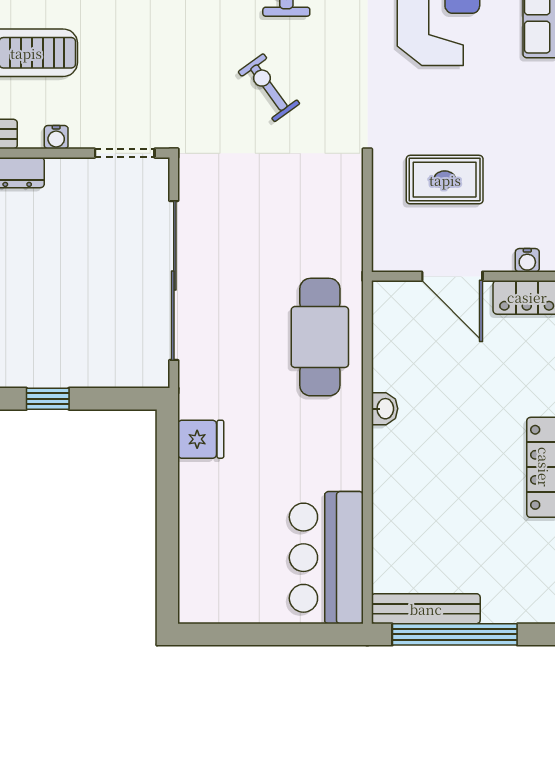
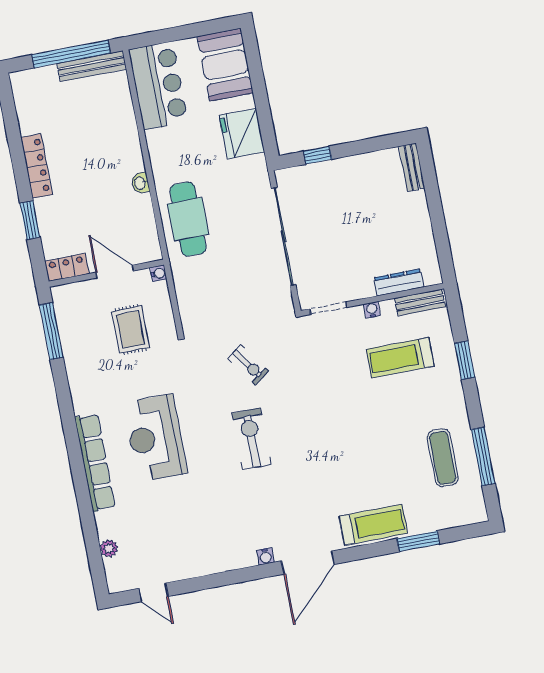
rug: (445, 180) -> (131, 330), turned 90
water cooler: (527, 260) -> (158, 273), moved, turned 90
window: (48, 399) -> (317, 155), moved
fridge: (201, 439) -> (242, 134), width x1.88, depth x1.34
booth: (214, 570) -> (225, 65), added

